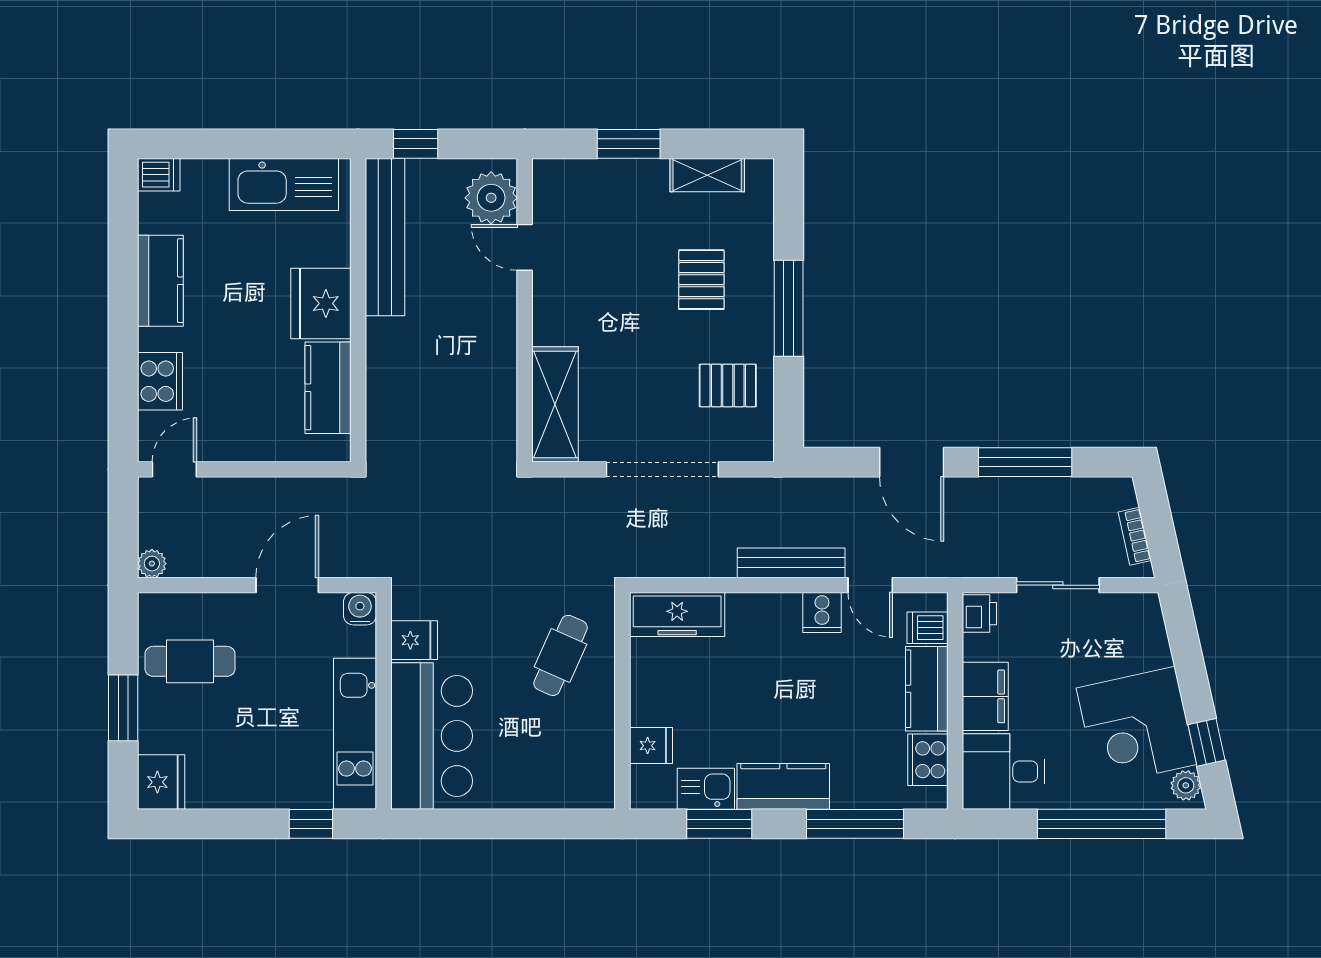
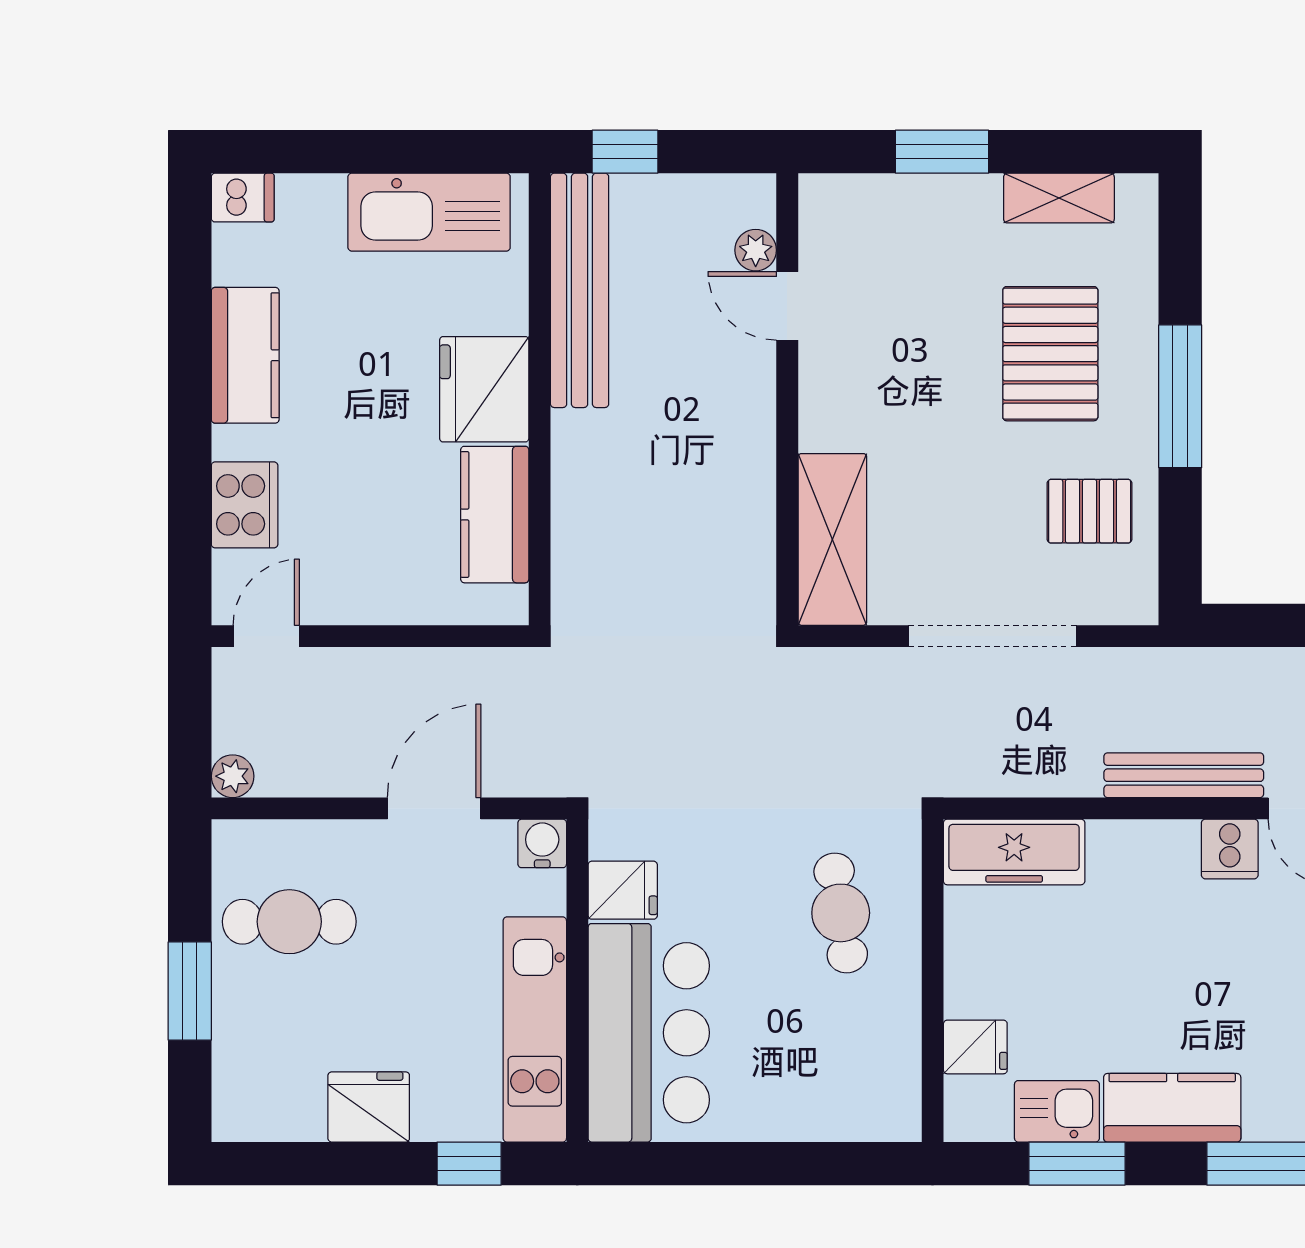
plant: (491, 198) -> (756, 250), width x0.53, depth x0.53
pallet: (701, 280) -> (1050, 354), width x1.50, depth x1.42
cafe table: (561, 655) -> (841, 913), turned -33
fridge: (161, 782) -> (369, 1107), moved, turned -90

